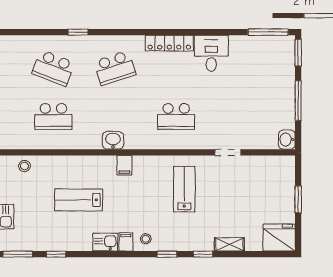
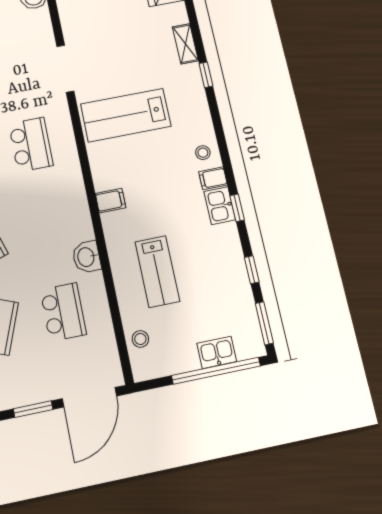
washbasin: (113, 140) -> (87, 257), moved
doorway: (228, 152) -> (65, 69), width x1.38
lab bench: (184, 189) -> (126, 115), width x1.36, depth x1.39
lab bench: (79, 200) -> (157, 272), moved
window: (167, 254) -> (237, 208), moved

